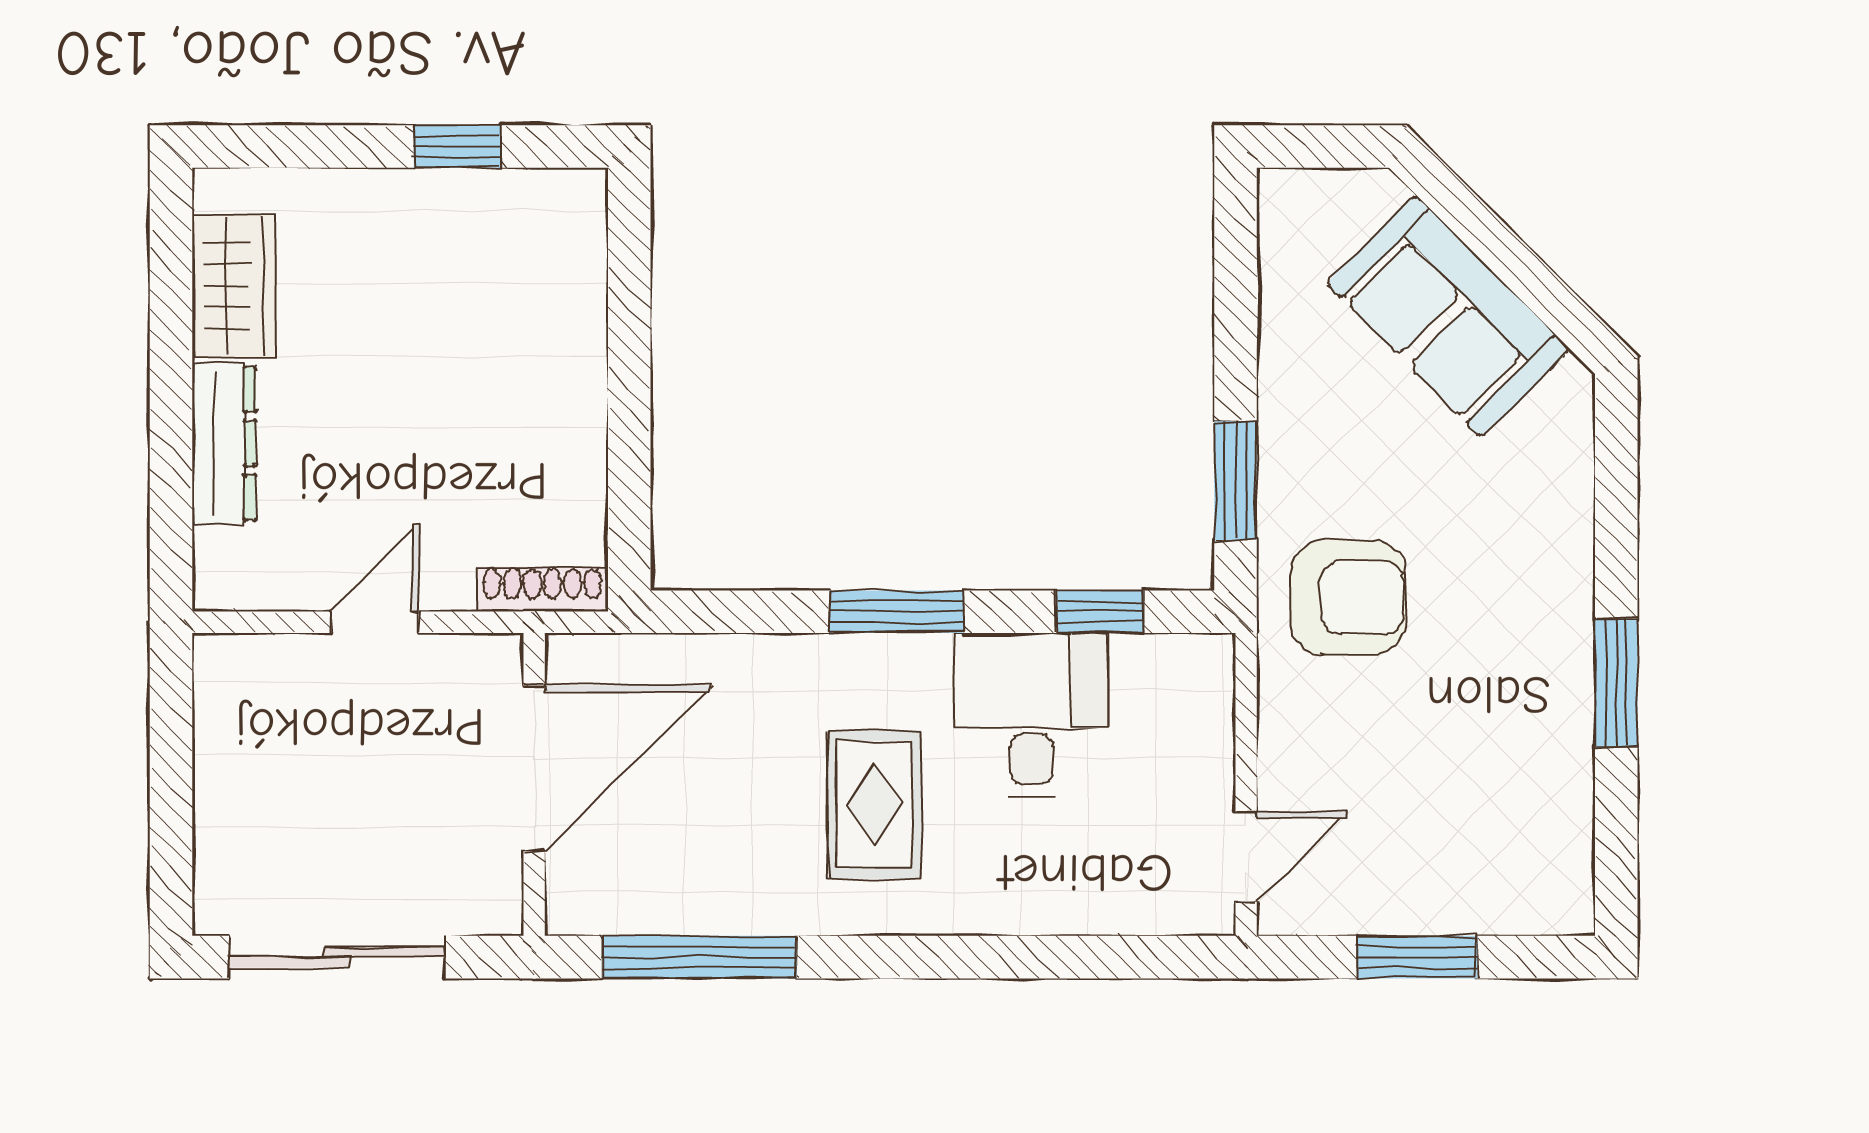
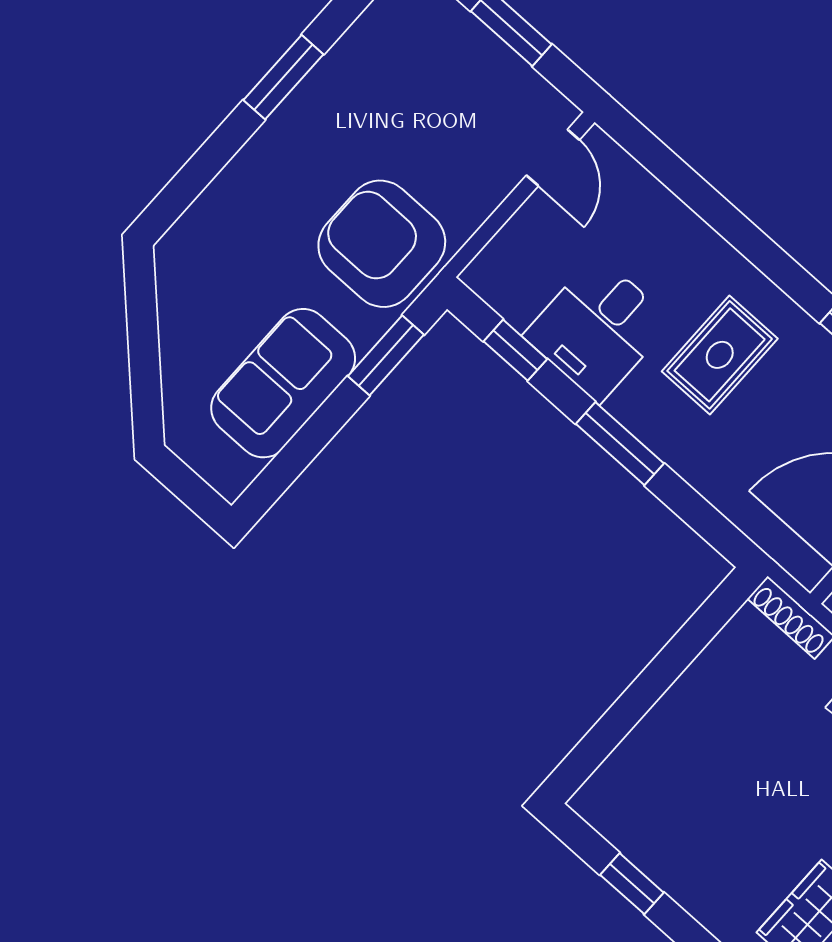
sofa: (1448, 316) -> (283, 383), moved, turned -135
armchair: (1348, 598) -> (382, 244), width x1.36, depth x1.36
door: (1246, 857) -> (553, 158), swing flipped

